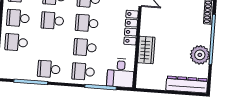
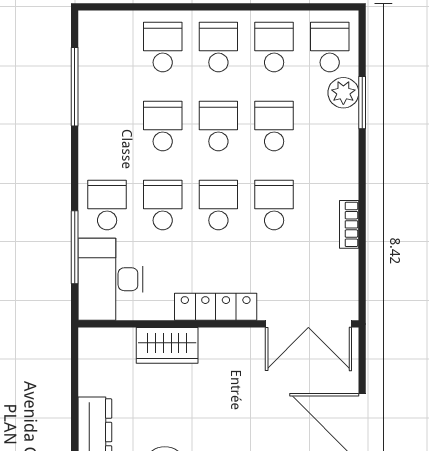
school desk: (49, 69) -> (163, 126), moved
desk: (121, 73) -> (110, 279), width x1.37

